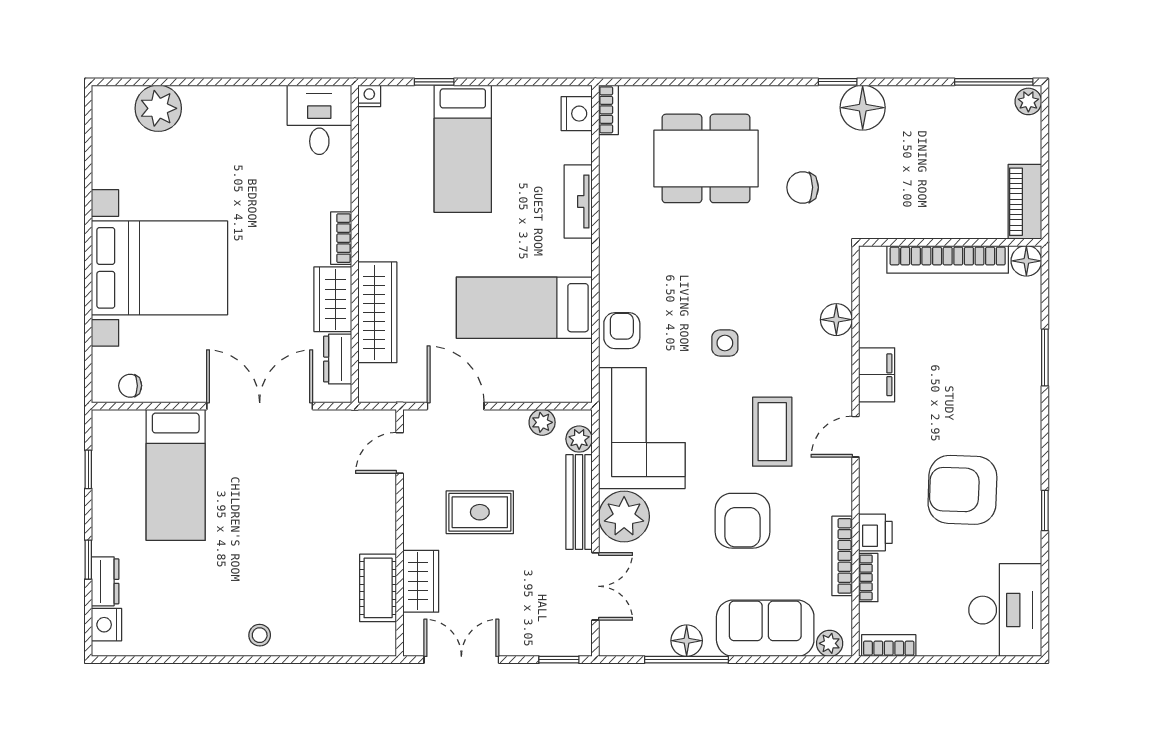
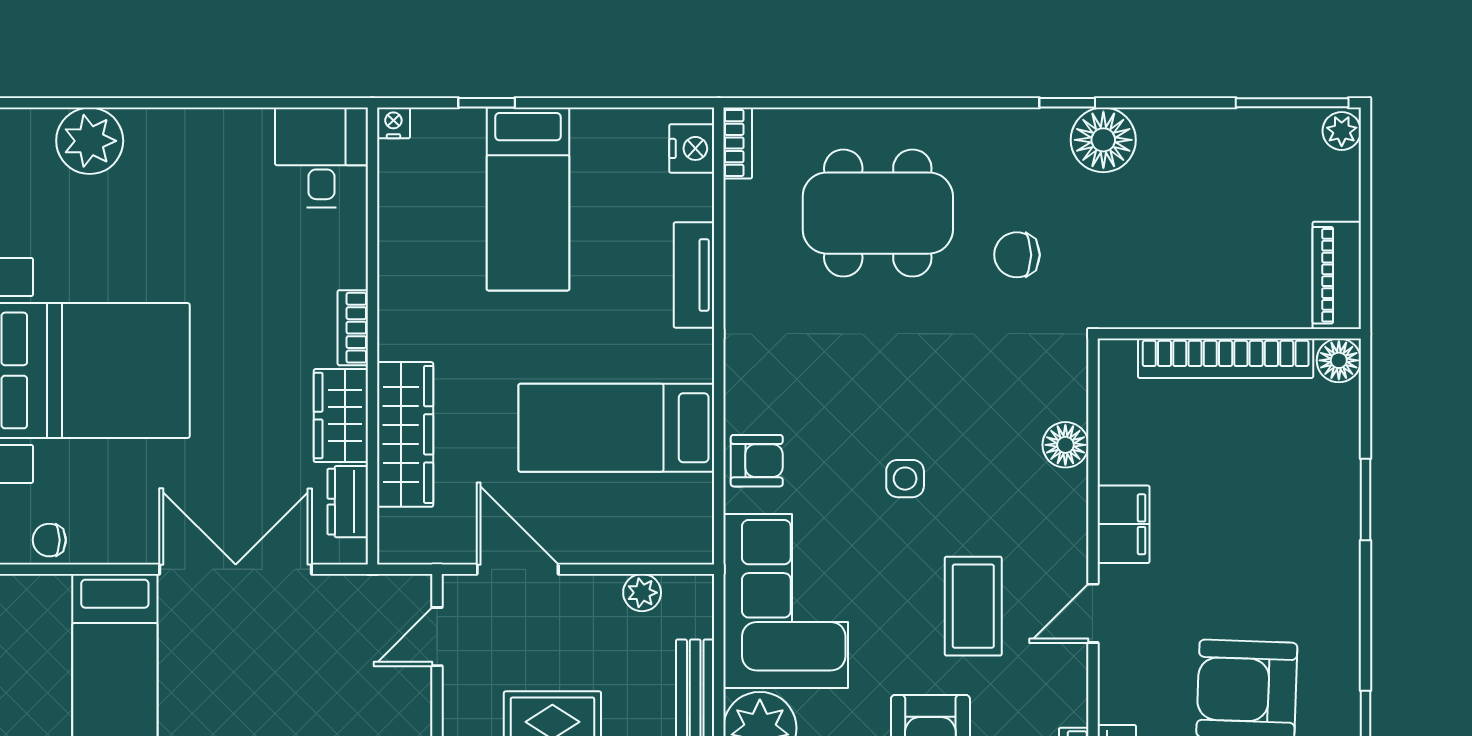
armchair: (622, 331) -> (757, 461), turned 90
plant: (579, 439) -> (695, 617), removed

